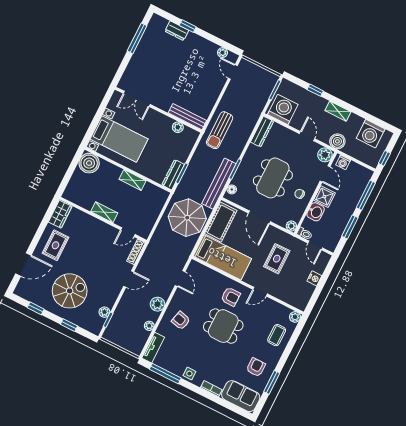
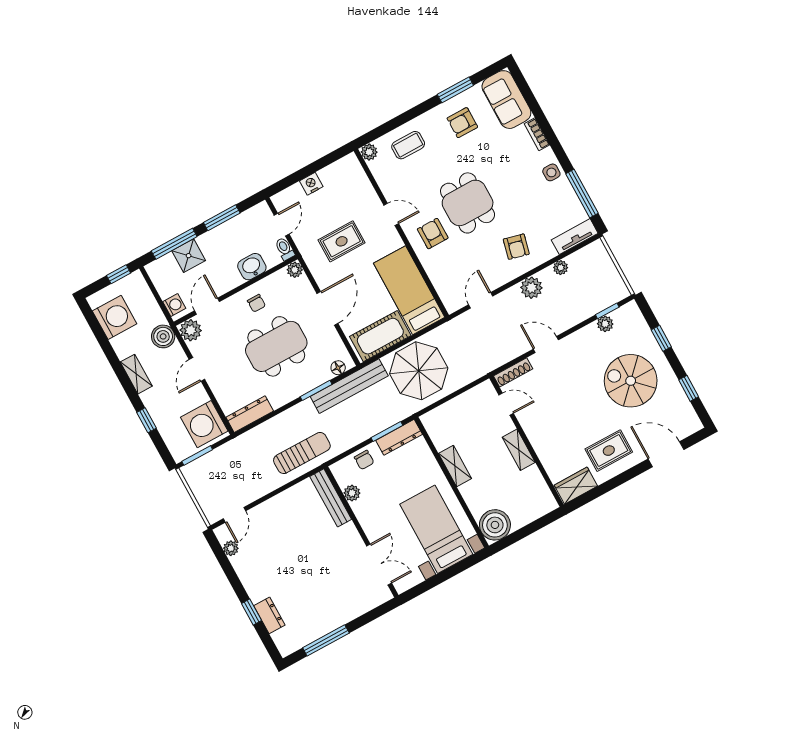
chair: (184, 150) -> (364, 460), added
shower: (324, 197) -> (189, 256), moved

